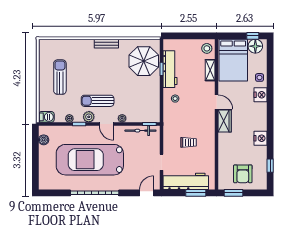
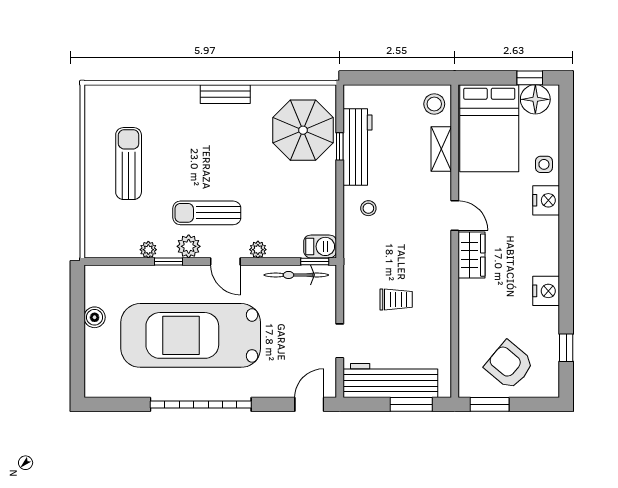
barbecue: (46, 117) -> (320, 246), moved
boiler: (44, 140) -> (95, 317), moved
armchair: (243, 174) -> (509, 365), turned 130

